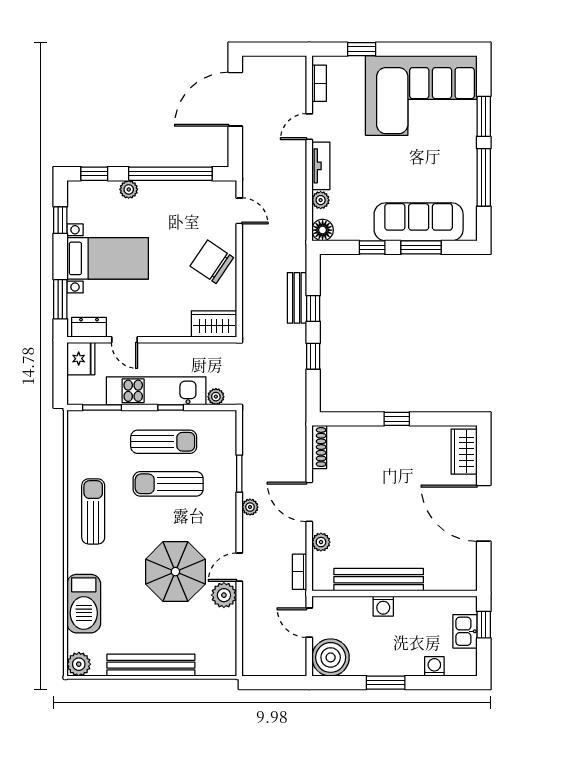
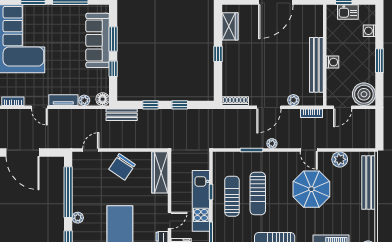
bench: (297, 298) -> (122, 115), moved
wardrobe: (214, 324) -> (160, 172), width x1.50
plant: (216, 397) -> (204, 164), removed
wardrobe: (464, 452) -> (230, 26), moved, turned -90
plant: (224, 595) -> (340, 159), moved
bench: (151, 665) -> (369, 182), moved

